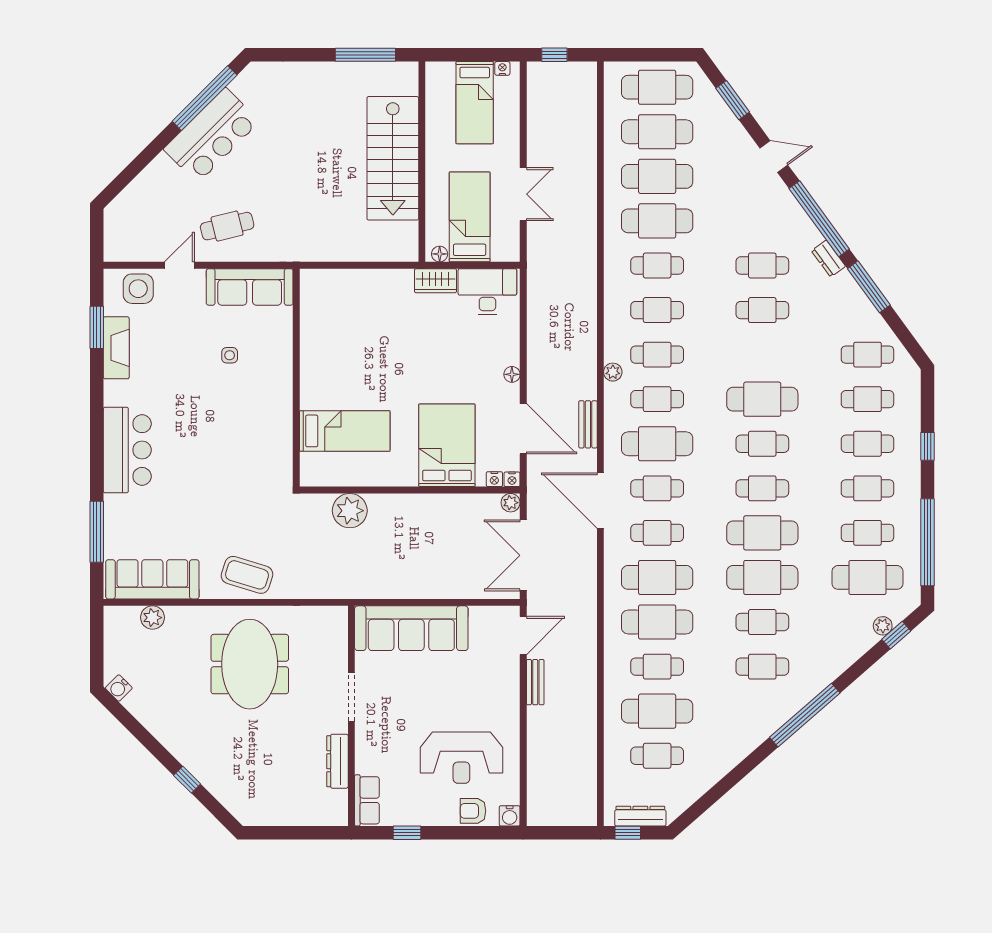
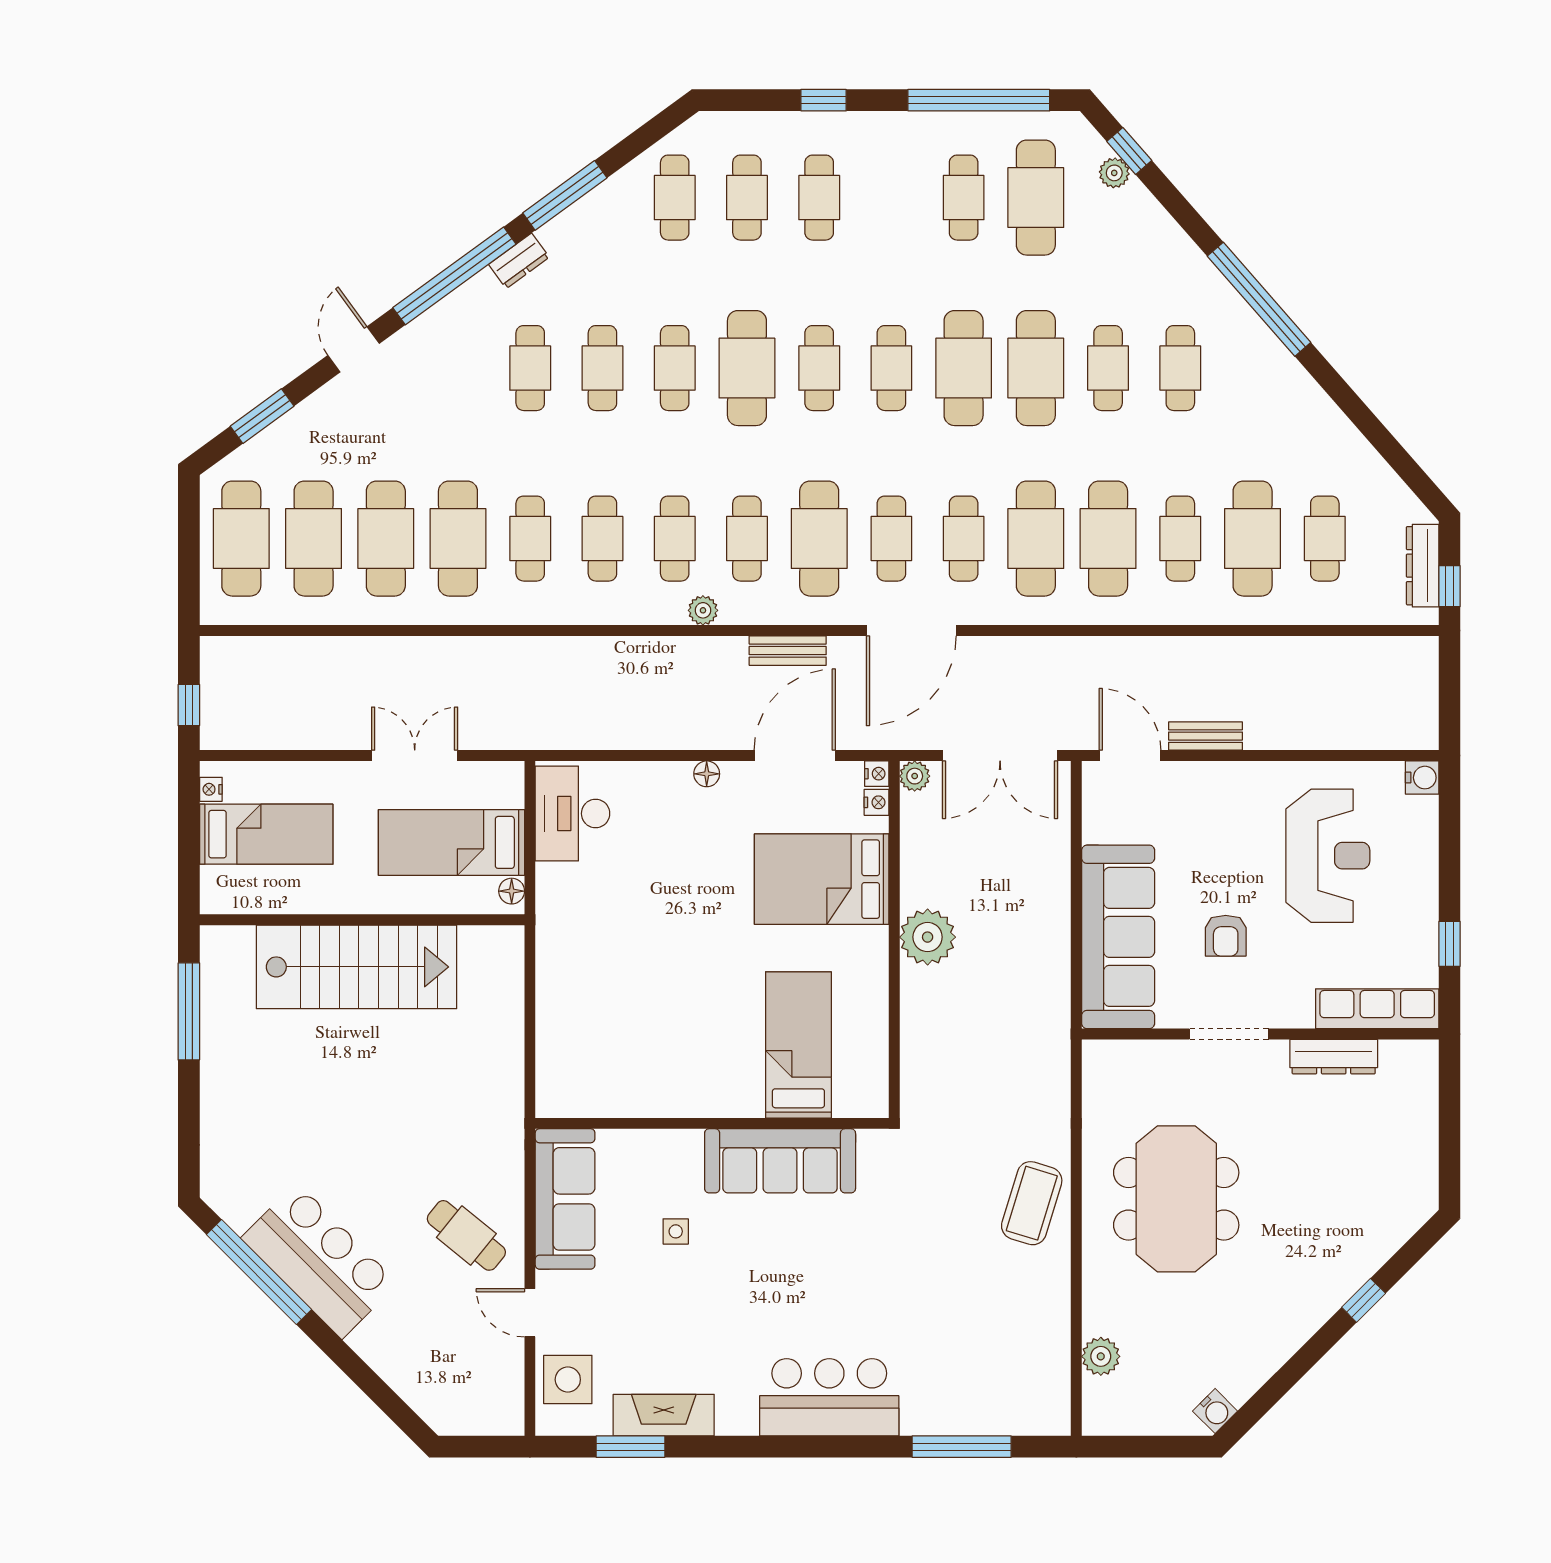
cafe table: (227, 226) -> (466, 1235), turned -37
wardrobe: (435, 281) -> (555, 898), removed
cafe table: (867, 488) -> (675, 368), moved
plant: (350, 511) -> (928, 937), moved
sofa: (152, 579) -> (780, 1161), moved, turned -90
meeting table: (250, 664) -> (1176, 1199), turned 90
row of seats: (367, 800) -> (1377, 1009), width x1.48
armchair: (473, 811) -> (1226, 936), moved

